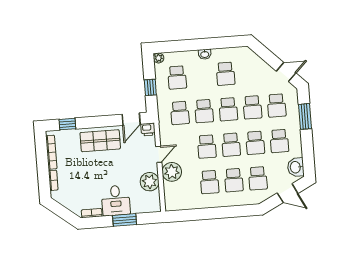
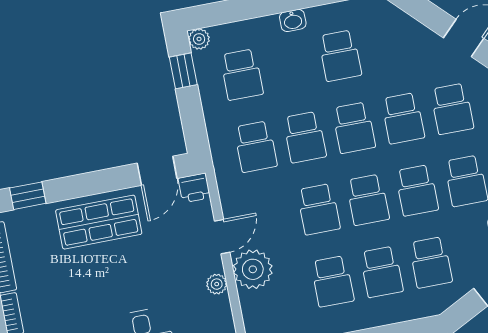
window: (150, 87) -> (183, 71), moved
plant: (150, 182) -> (217, 284), width x0.53, depth x0.53

